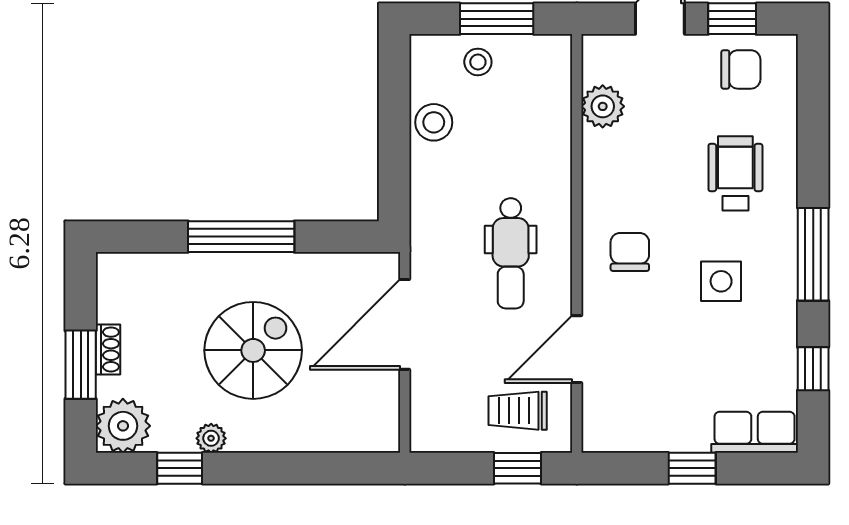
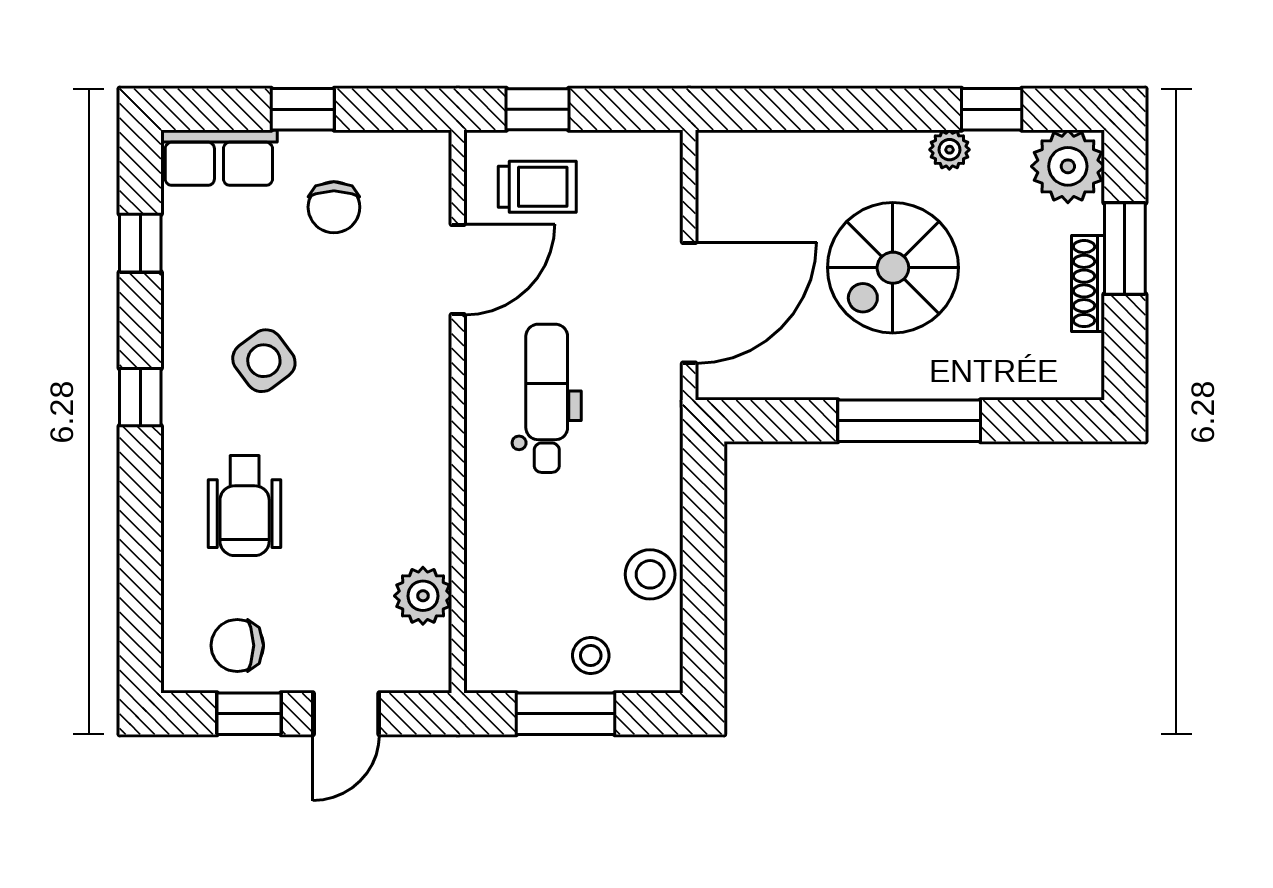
chair: (630, 252) -> (334, 207), moved
window: (813, 254) -> (140, 397), width x0.46
side table: (721, 281) -> (264, 361), turned -37
shoe rack: (108, 349) -> (1088, 284), width x1.43

